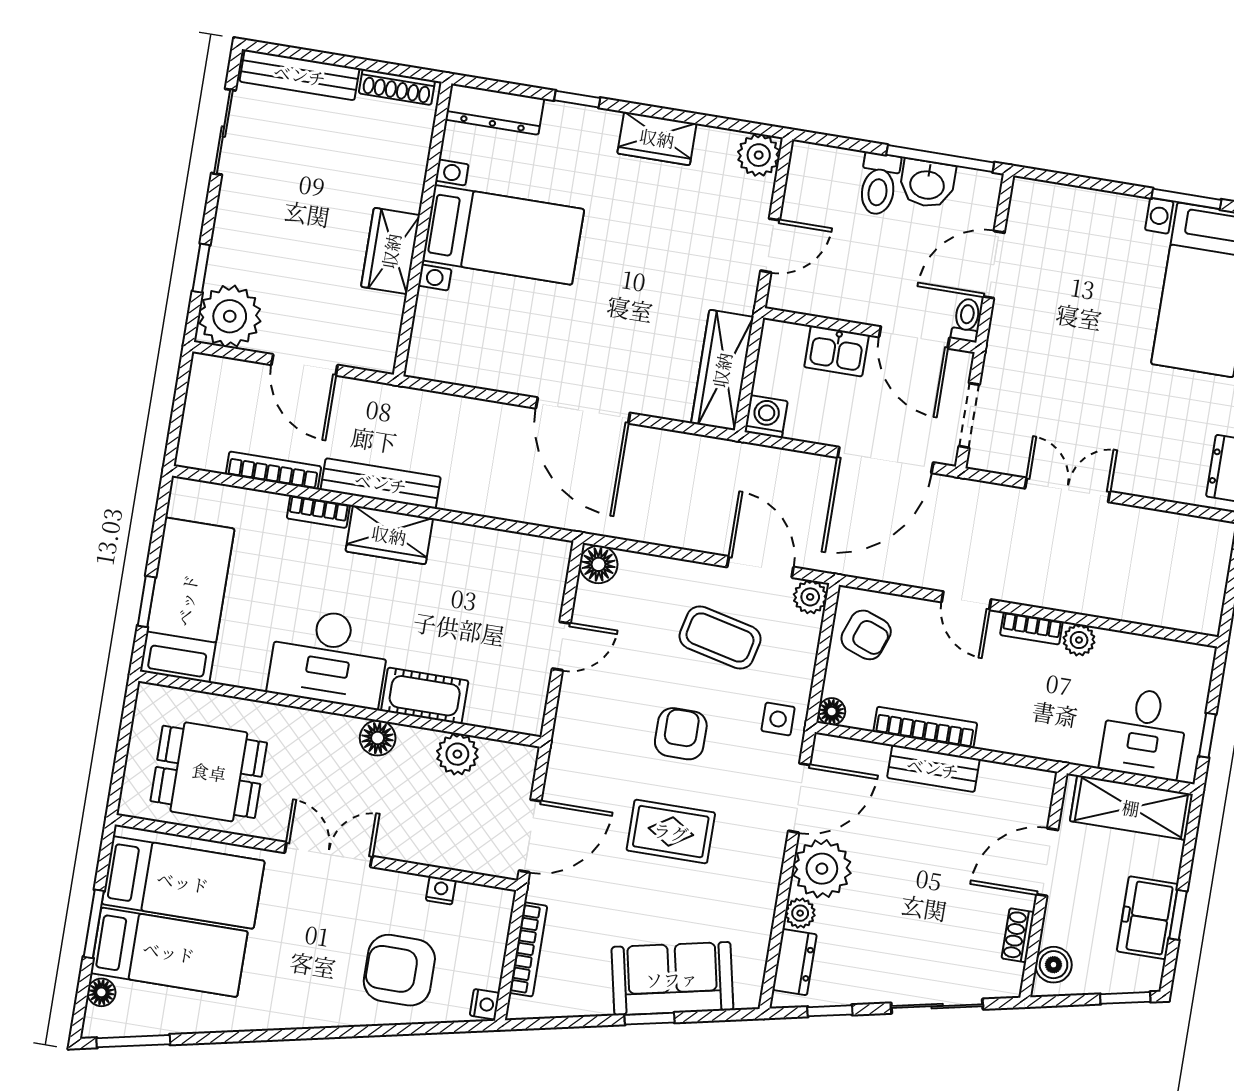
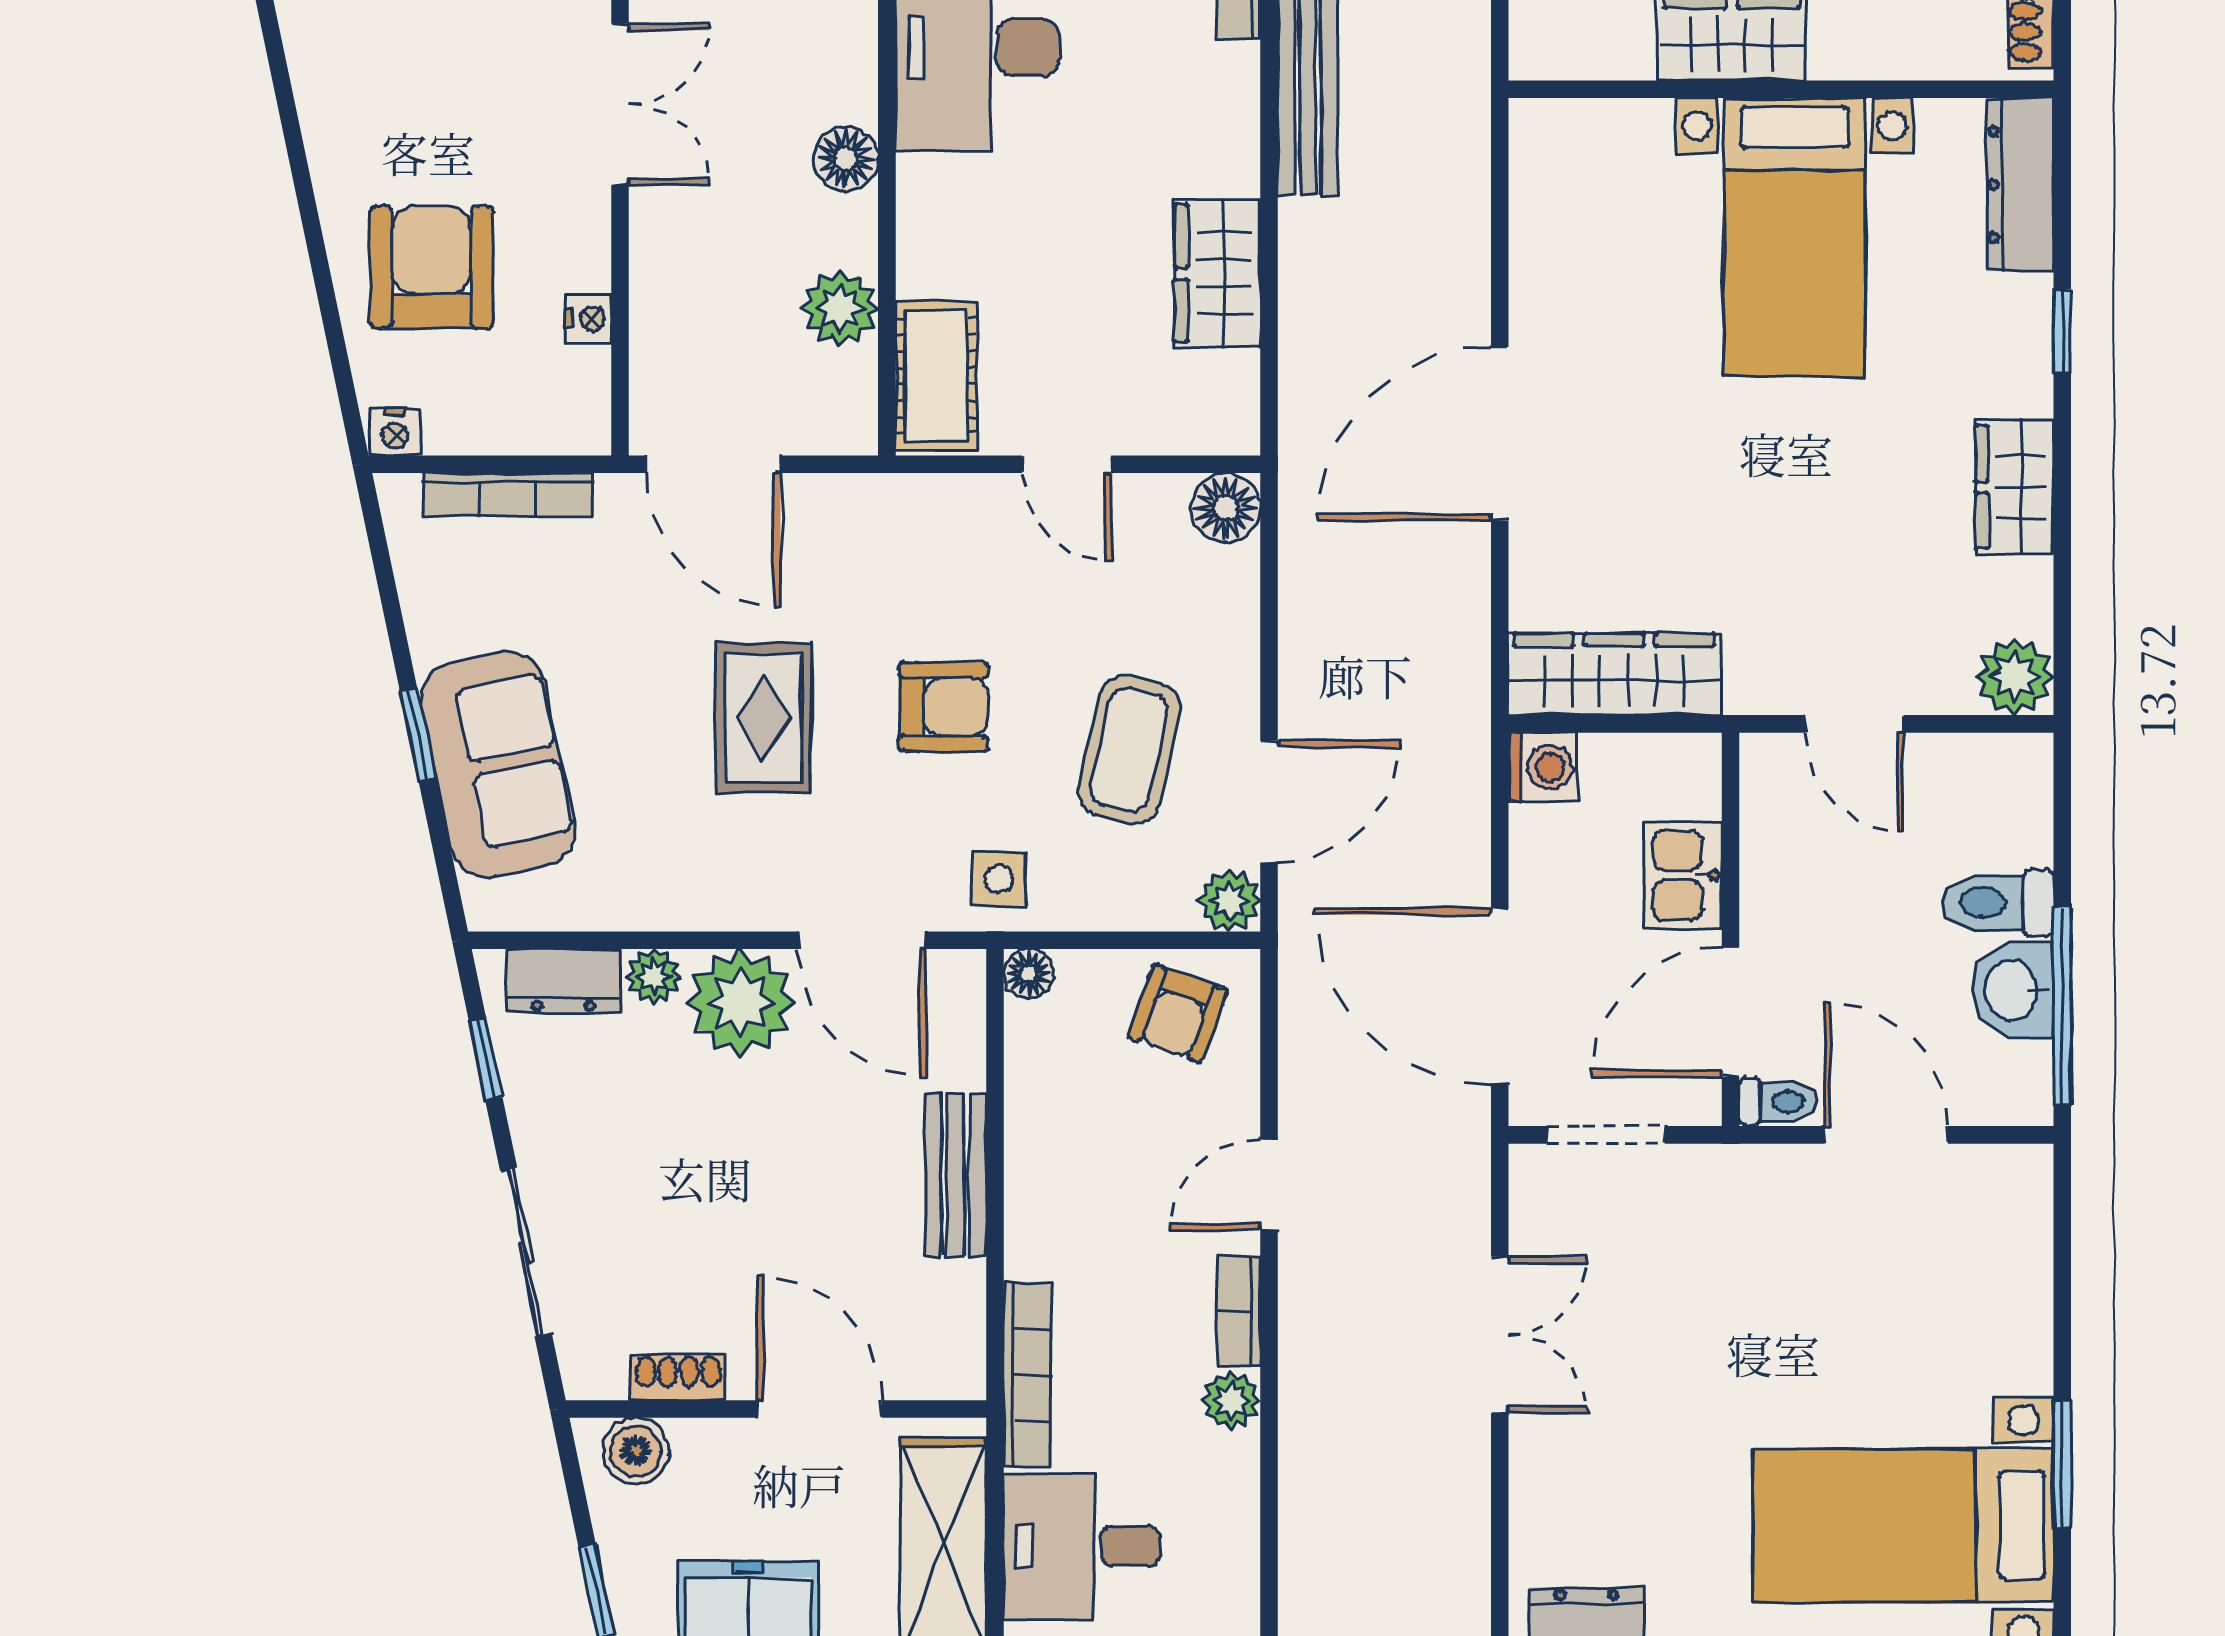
wardrobe: (389, 535) -> (1217, 273), moved
cot: (425, 696) -> (936, 376), moved
bookcase: (925, 727) -> (1027, 1375), moved

